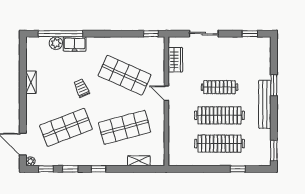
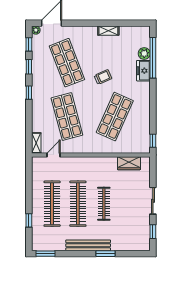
sliding door: (204, 34) -> (153, 201), moved
door: (166, 93) -> (54, 155), moved
shelving: (139, 161) -> (36, 143), moved

